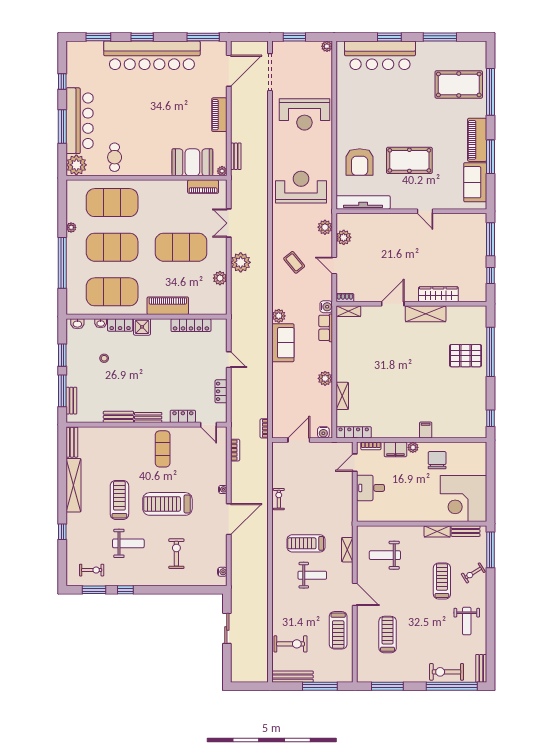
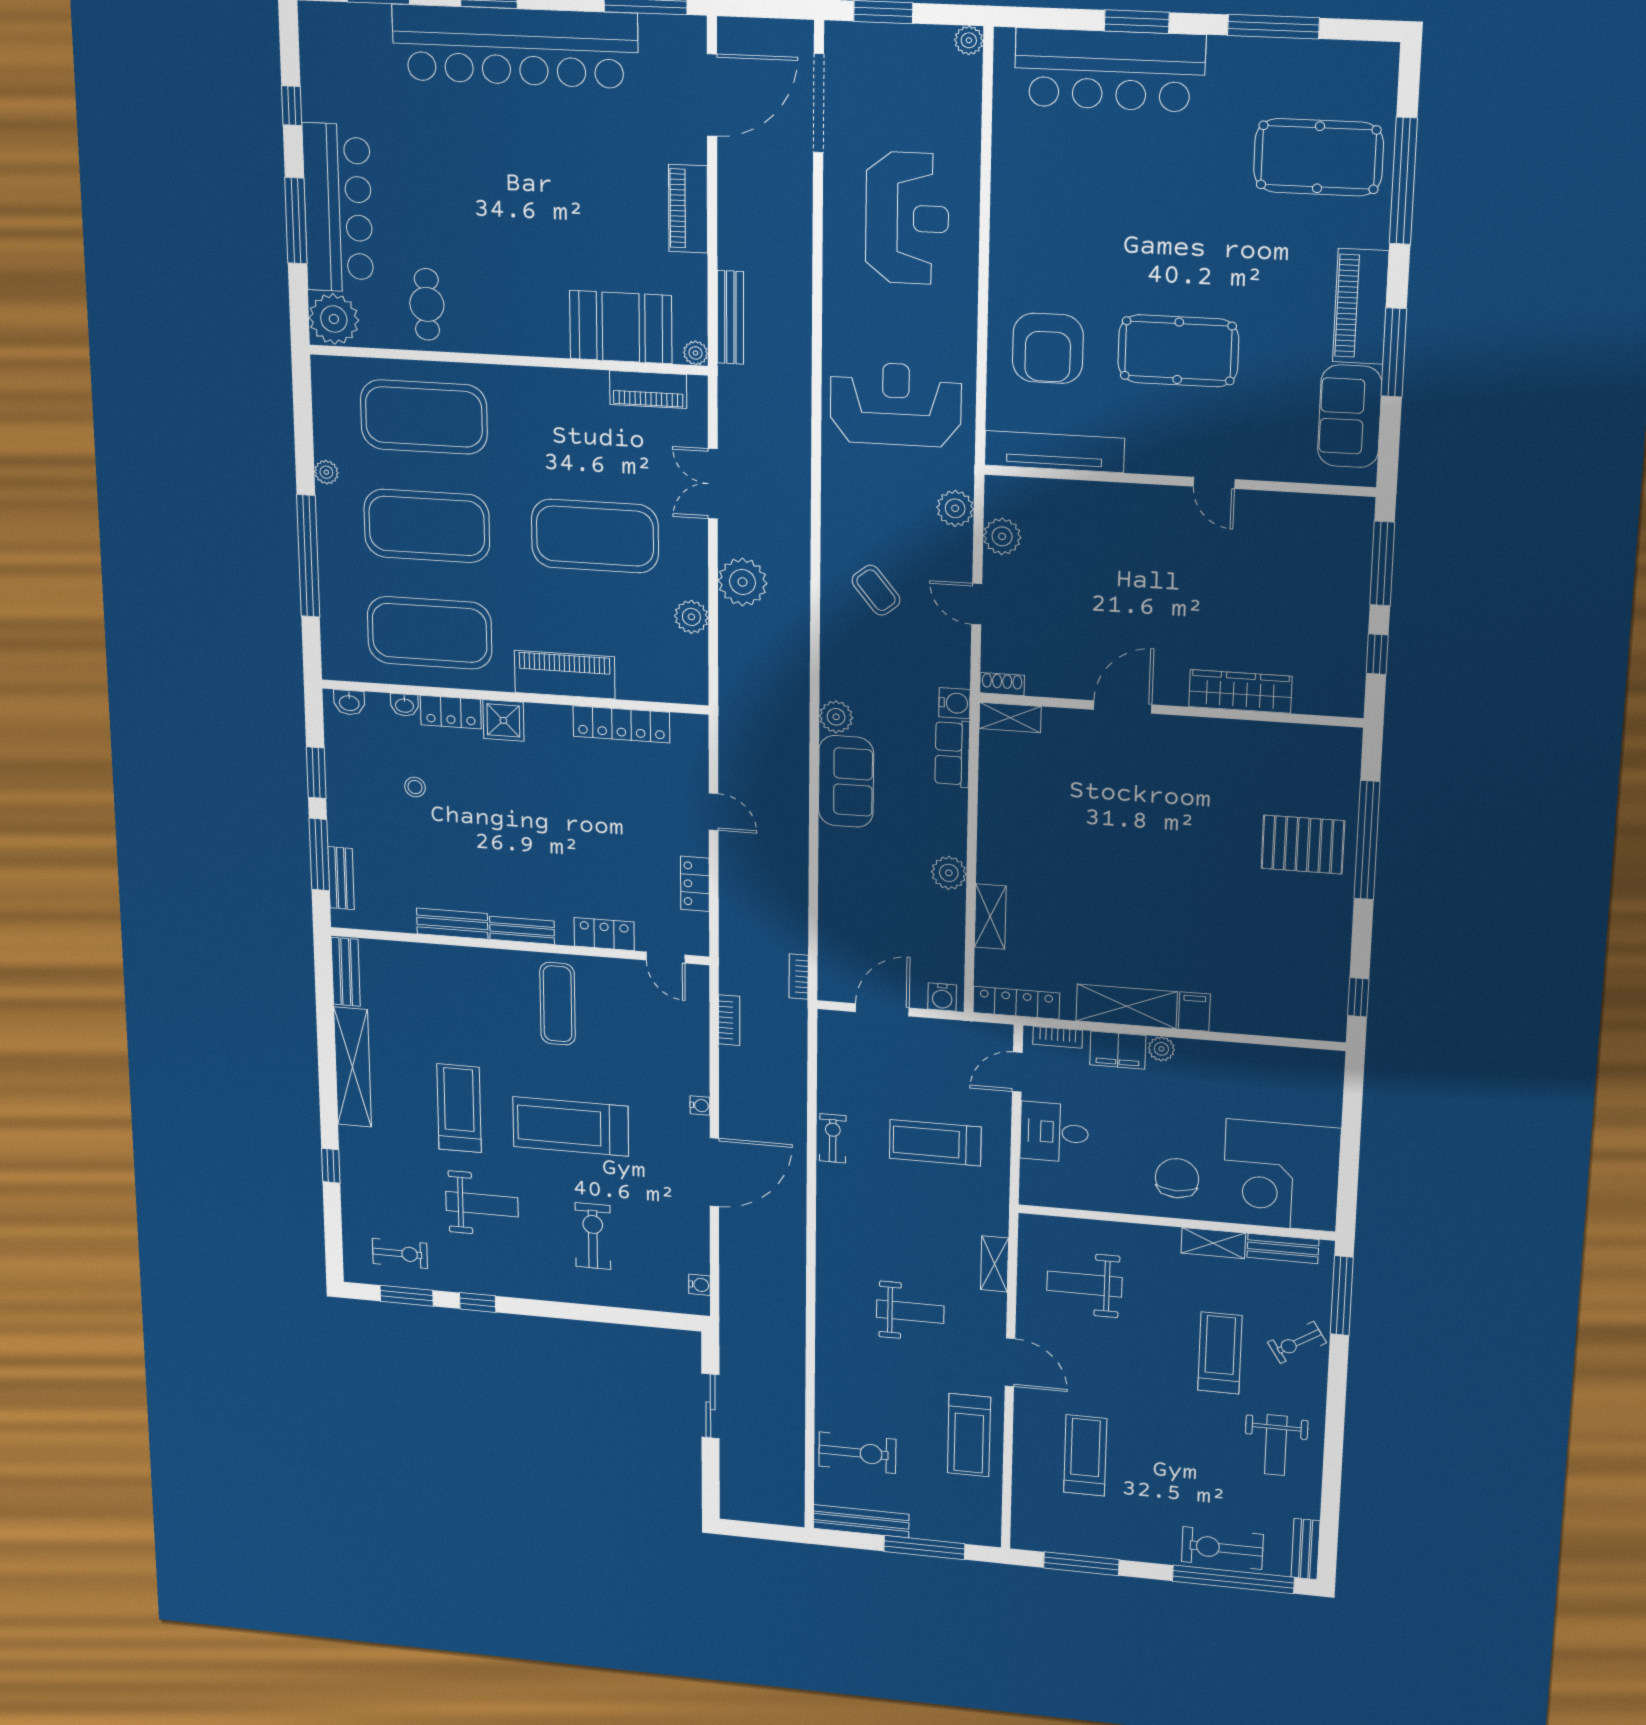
reception desk: (304, 114) -> (907, 218), turned -90
bench: (236, 156) -> (730, 317), width x1.36
shelving: (426, 314) -> (1127, 1006), moved
chair: (437, 460) -> (1177, 1178), moved
treadmill: (306, 543) -> (935, 1143), moved

